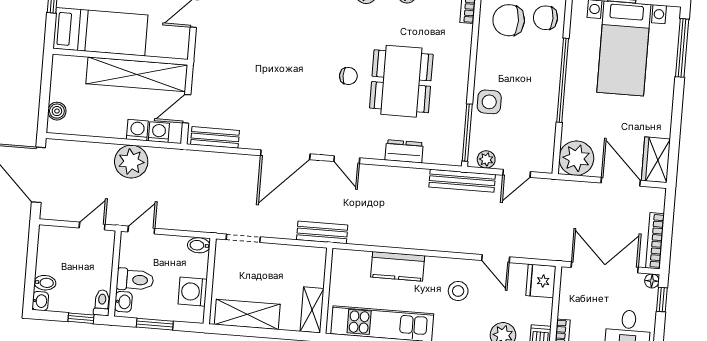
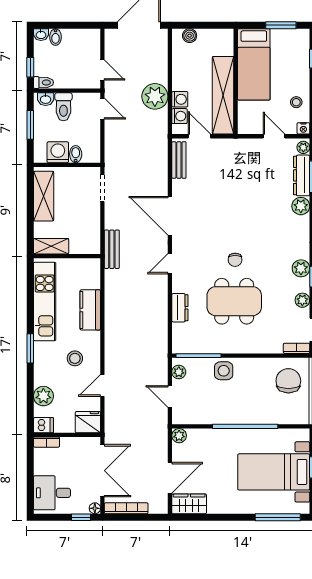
chair: (546, 18) -> (293, 409), removed
plant: (576, 158) -> (179, 436), width x0.53, depth x0.53
bench: (462, 181) -> (161, 355), removed
bidet: (199, 245) -> (76, 154), moved

